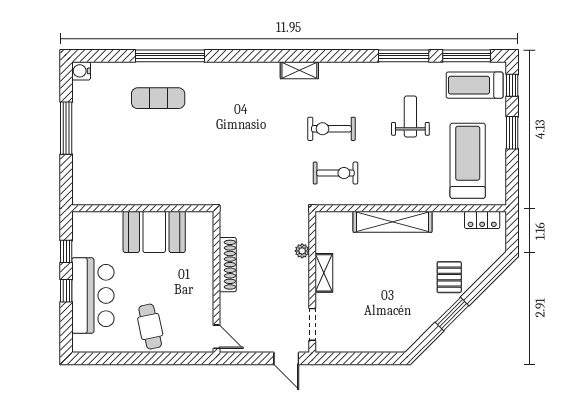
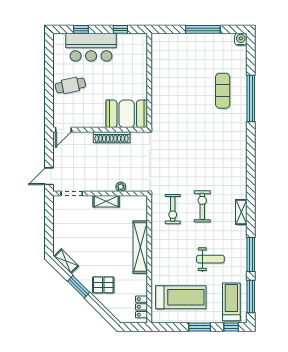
shelving: (299, 70) -> (241, 212), moved
booth: (154, 232) -> (127, 114), moved, turned 90
window: (66, 291) -> (81, 29), moved
shelving: (414, 333) -> (66, 261), added

